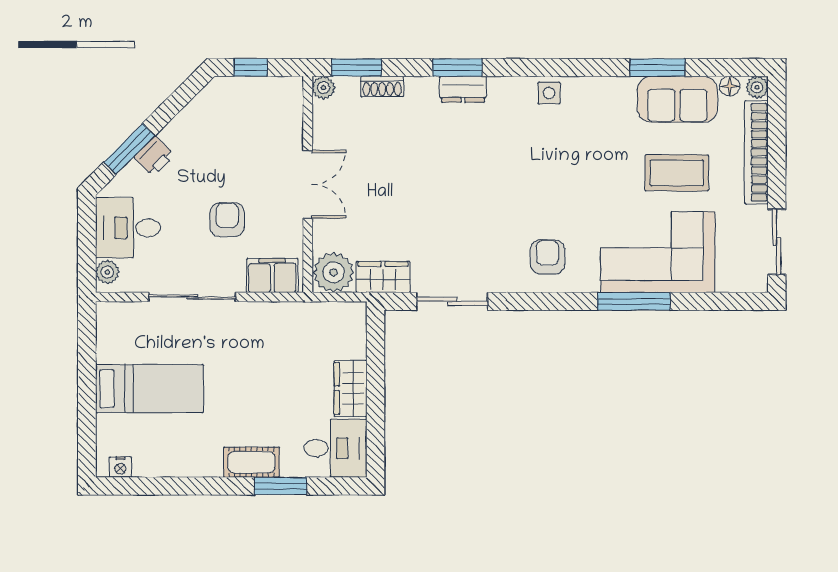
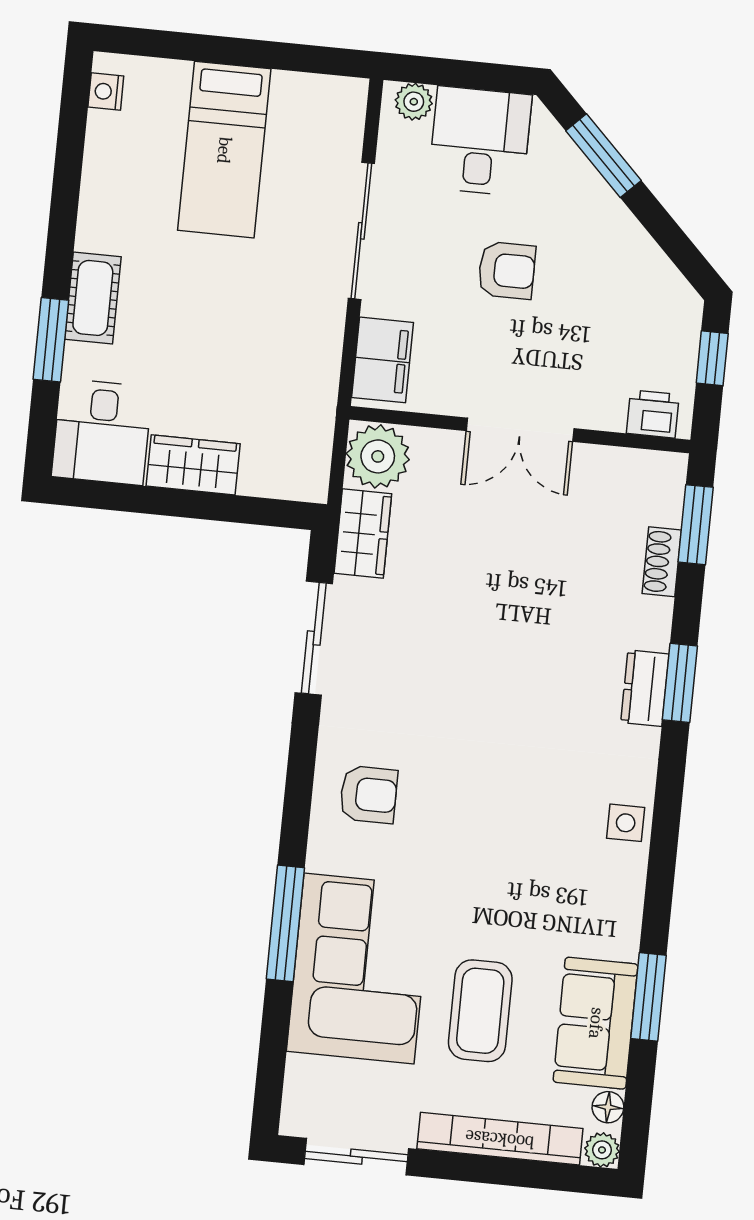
plant: (323, 88) -> (669, 470), removed
printer: (154, 156) -> (653, 414), moved, turned 135
armchair: (227, 220) -> (507, 270), moved

